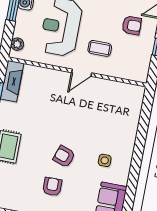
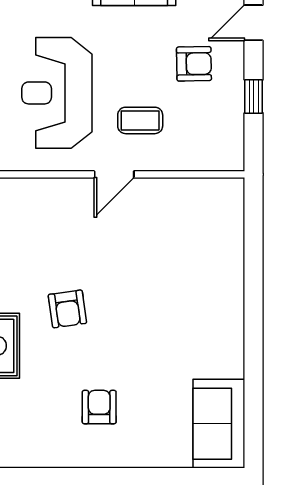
armchair: (64, 156) -> (67, 309), moved, turned -117
side table: (105, 160) -> (191, 336), removed

